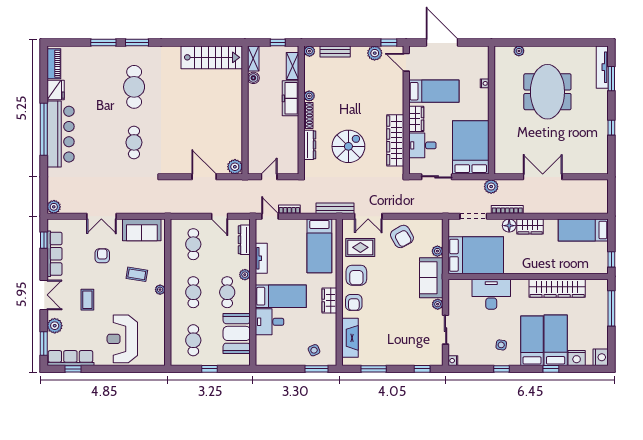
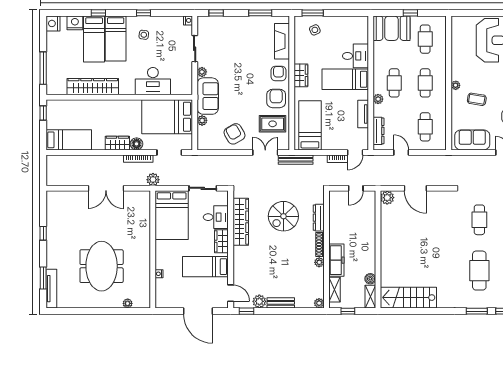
bench: (335, 51) -> (281, 303), moved
door: (270, 216) -> (355, 152), hinge flipped
booth: (237, 333) -> (392, 28), moved, turned 90

